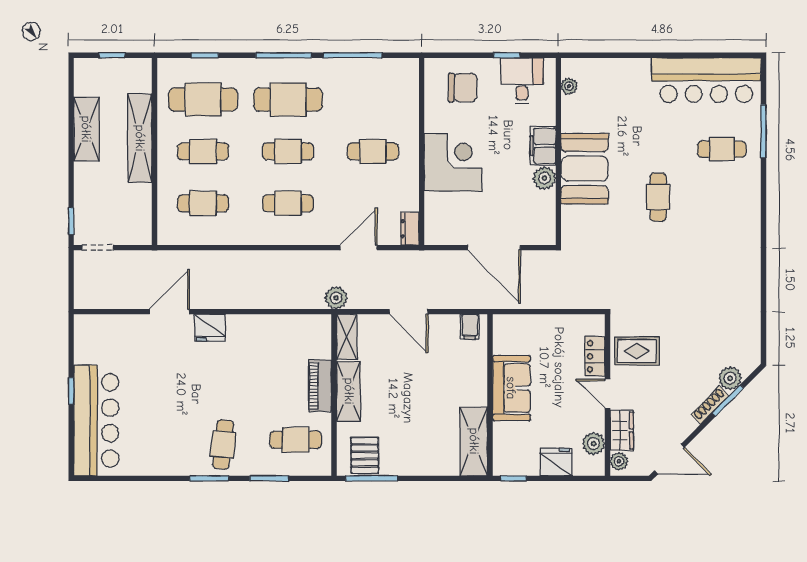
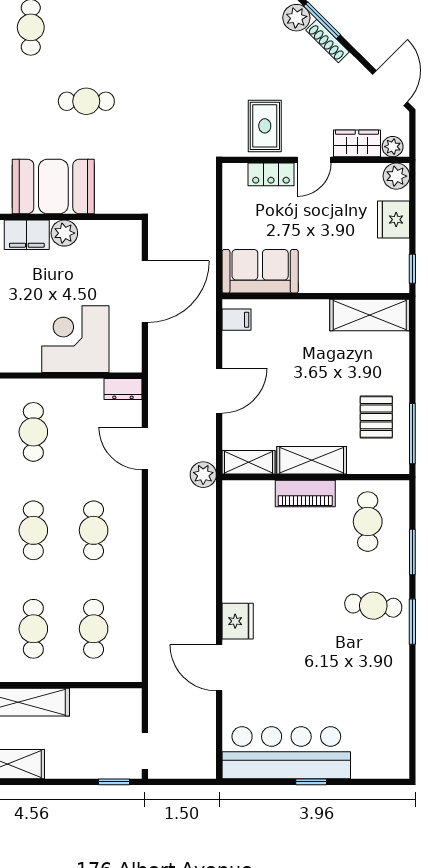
corner desk: (453, 162) -> (75, 339), moved
sofa: (511, 388) -> (260, 271), moved
bar counter: (96, 420) -> (286, 753), moved
plant: (594, 444) -> (396, 176), moved
pallet: (365, 455) -> (376, 417), moved, turned 90

